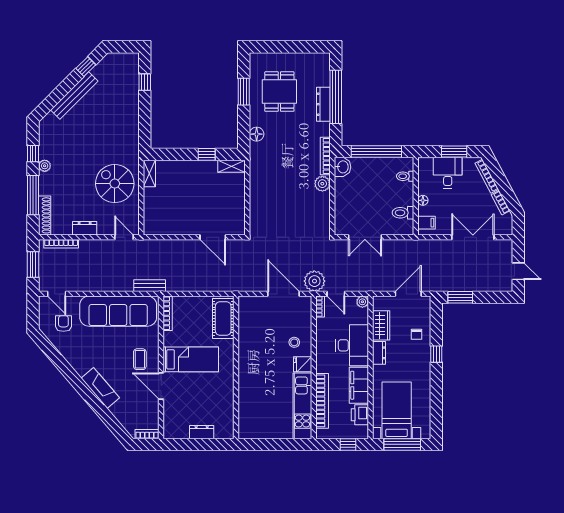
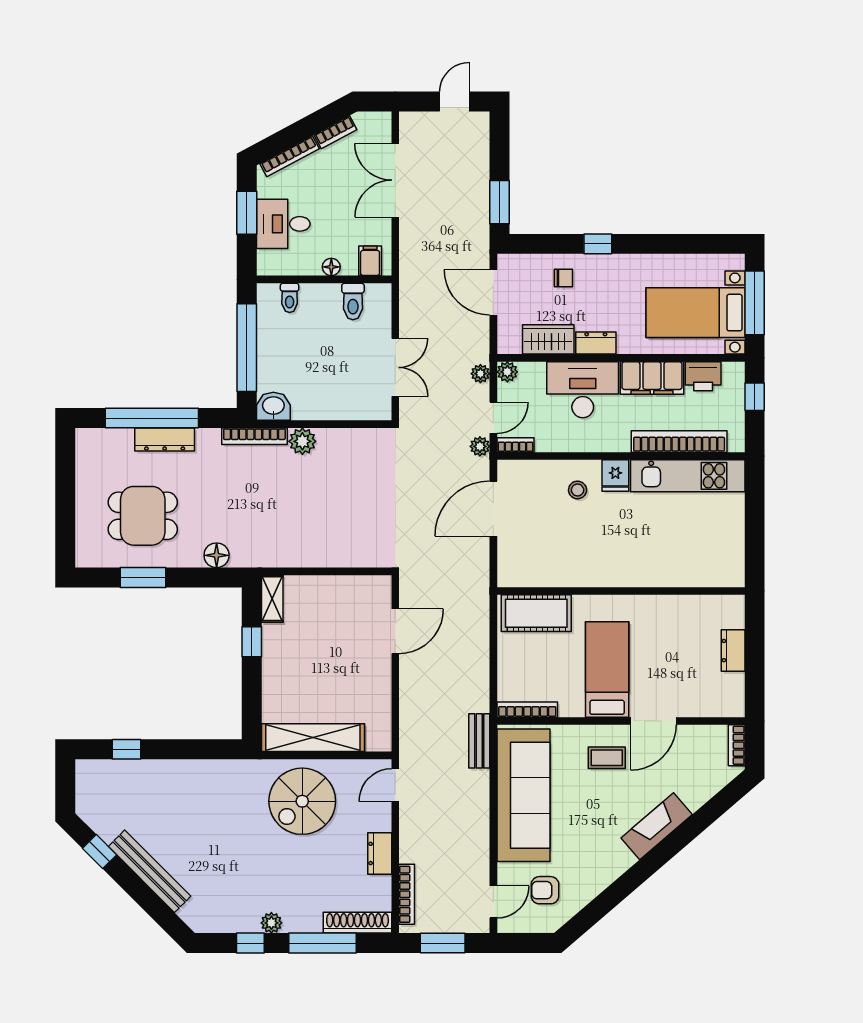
shelving: (149, 174) -> (313, 738), width x2.20, depth x1.33
plant: (314, 281) -> (480, 446), width x0.53, depth x0.53
plant: (361, 286) -> (480, 374), added

